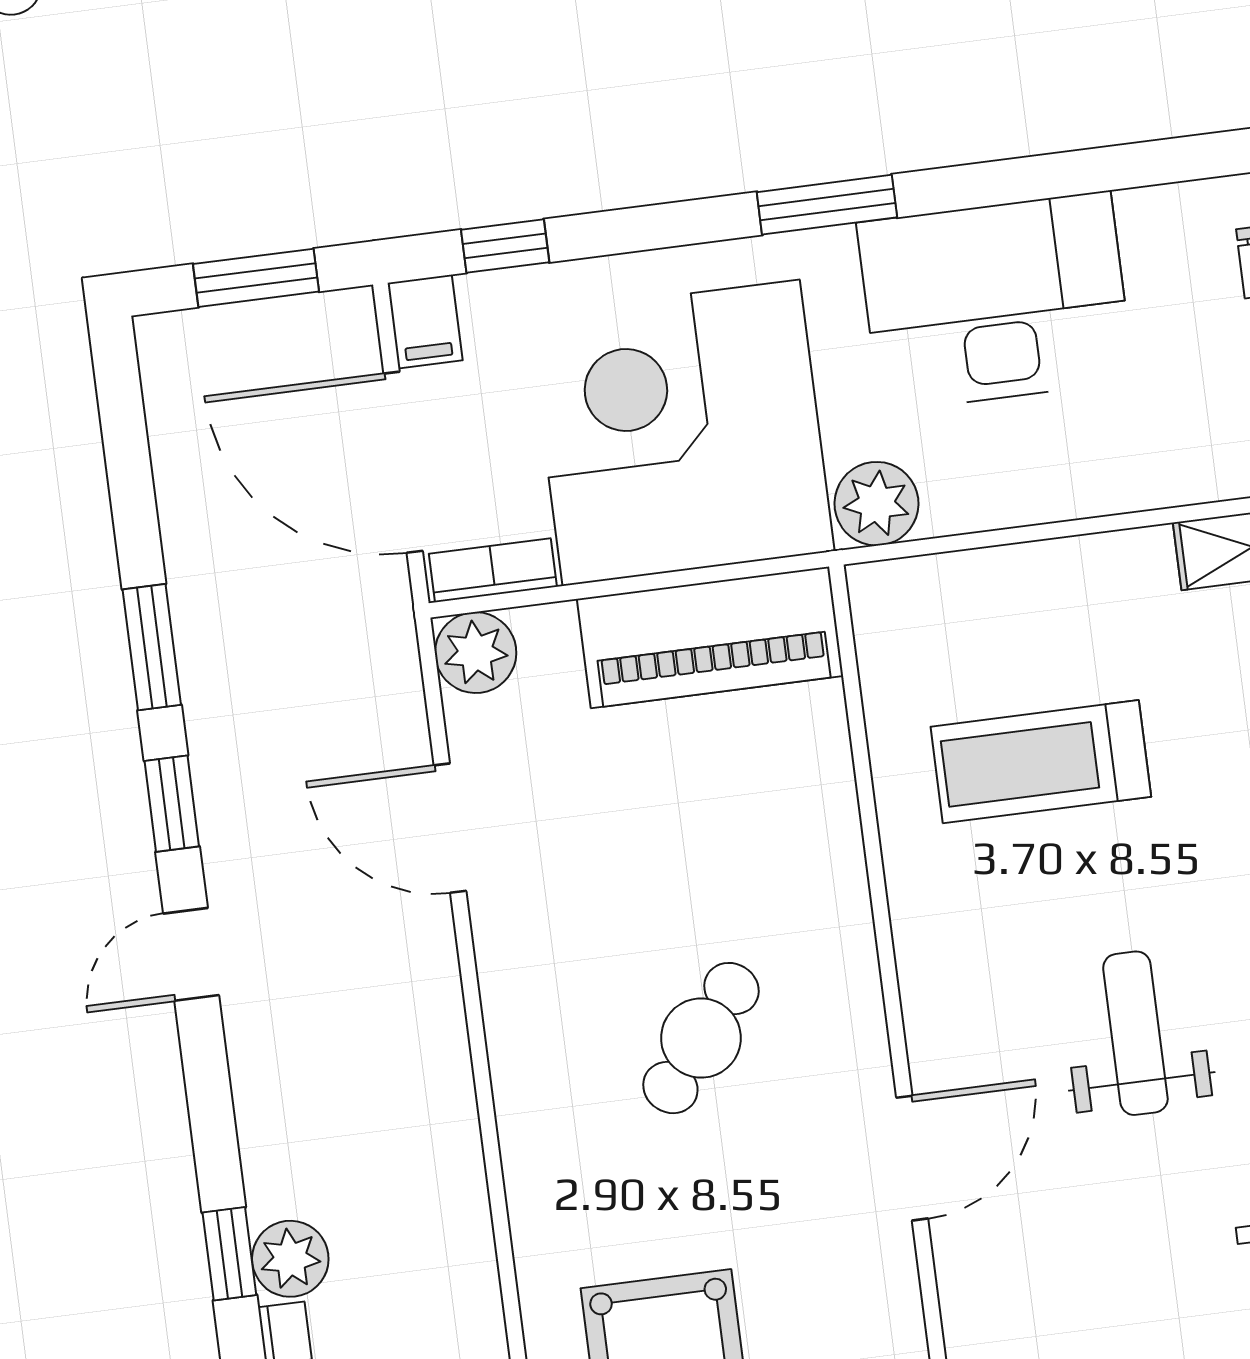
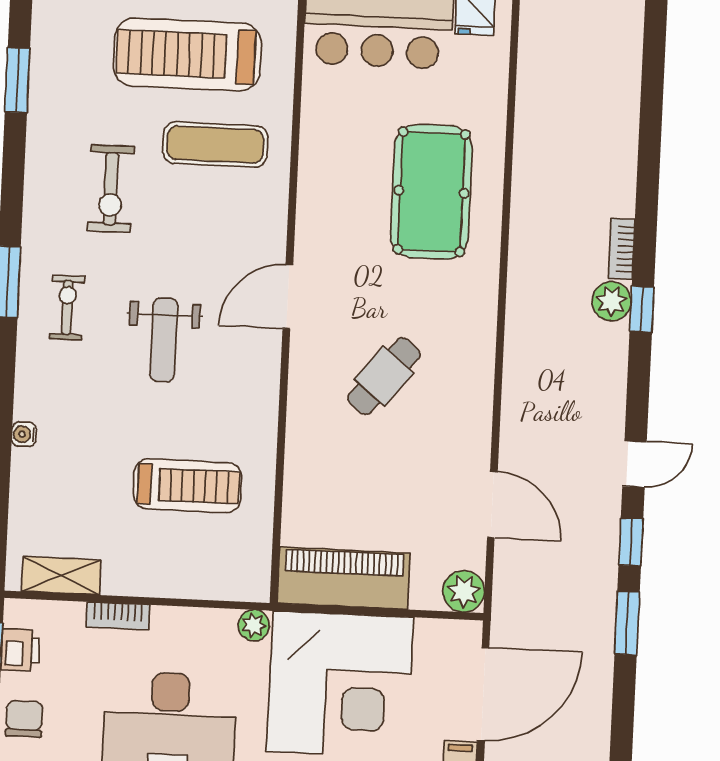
door: (403, 462) -> (483, 694), hinge flipped
plant: (876, 504) -> (254, 625), width x0.73, depth x0.73
bookcase: (493, 570) -> (118, 616), moved

